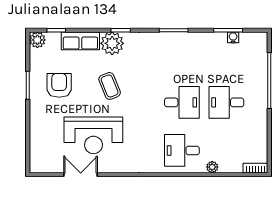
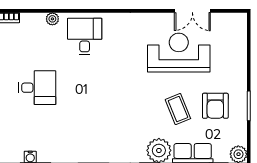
coffee table: (110, 86) -> (178, 109), moved
desk: (182, 102) -> (85, 88), removed
desk: (182, 150) -> (85, 36), turned -90

